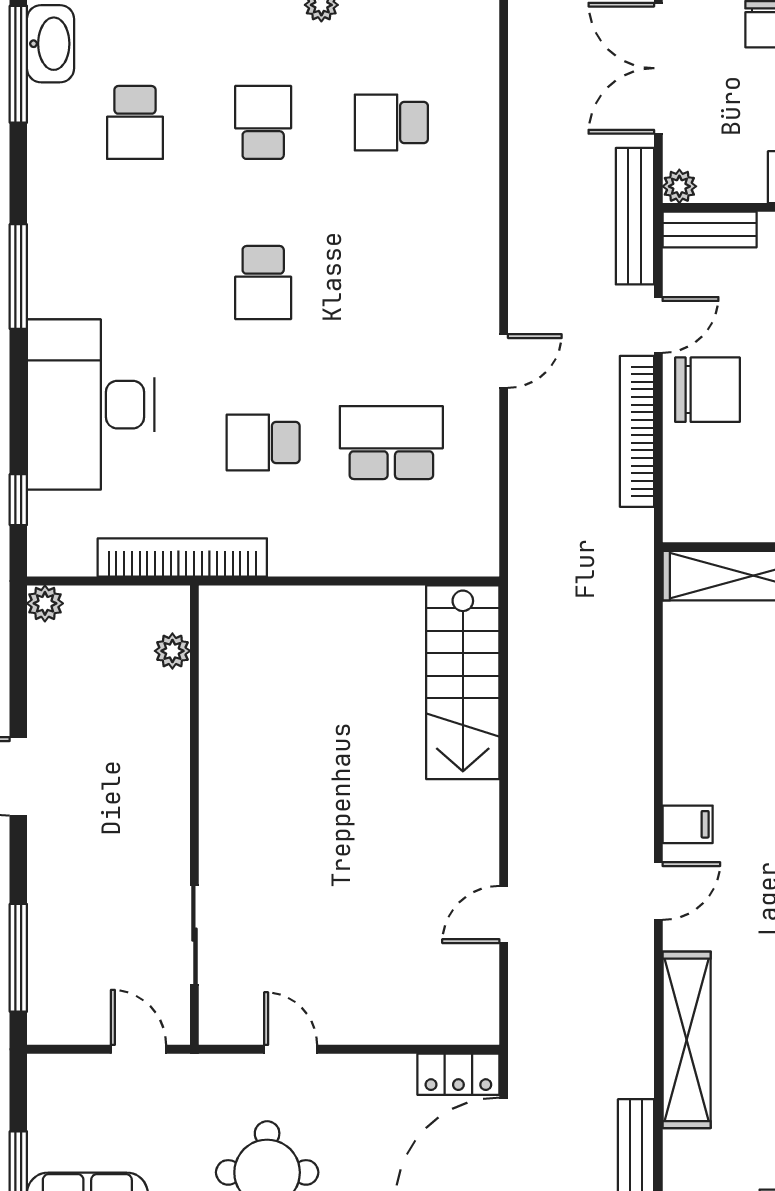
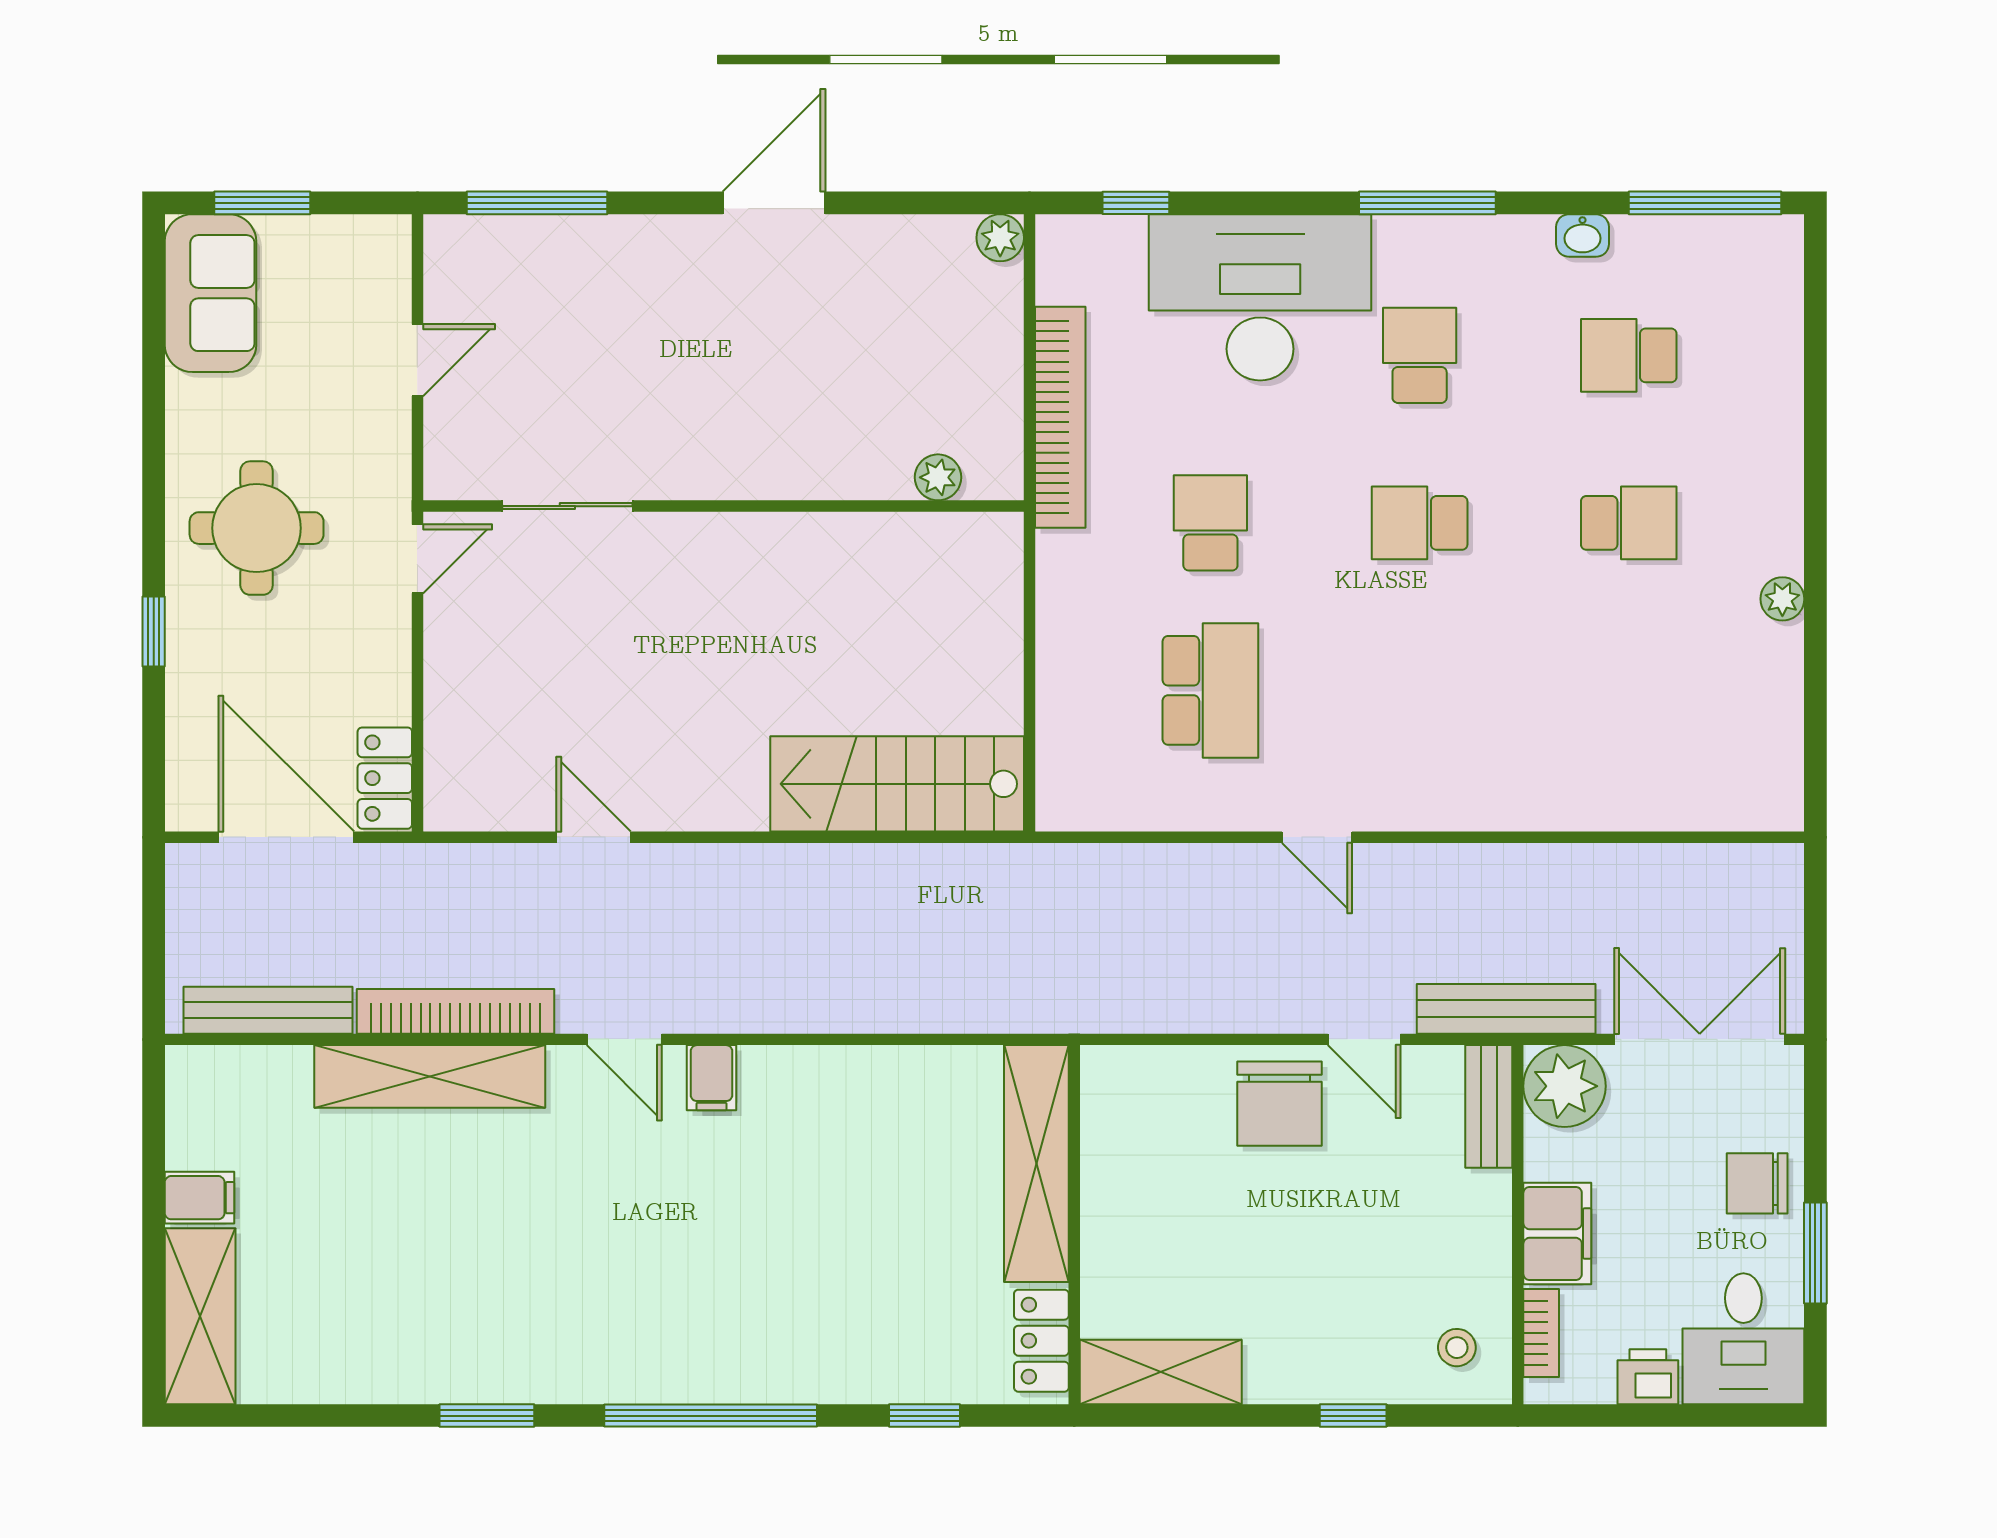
washbasin: (51, 44) -> (1583, 235), moved, width x0.52, depth x0.69
school desk: (391, 122) -> (1420, 355), moved
plant: (679, 186) -> (1565, 1086), width x1.88, depth x1.88
bookcase: (637, 431) -> (455, 1011), moved
plant: (172, 651) -> (938, 477), moved
wall: (194, 815) -> (723, 506), moved
sliding door: (194, 935) -> (567, 506), moved

